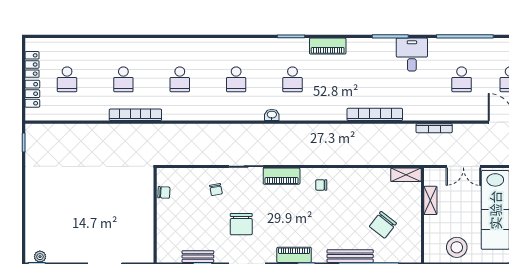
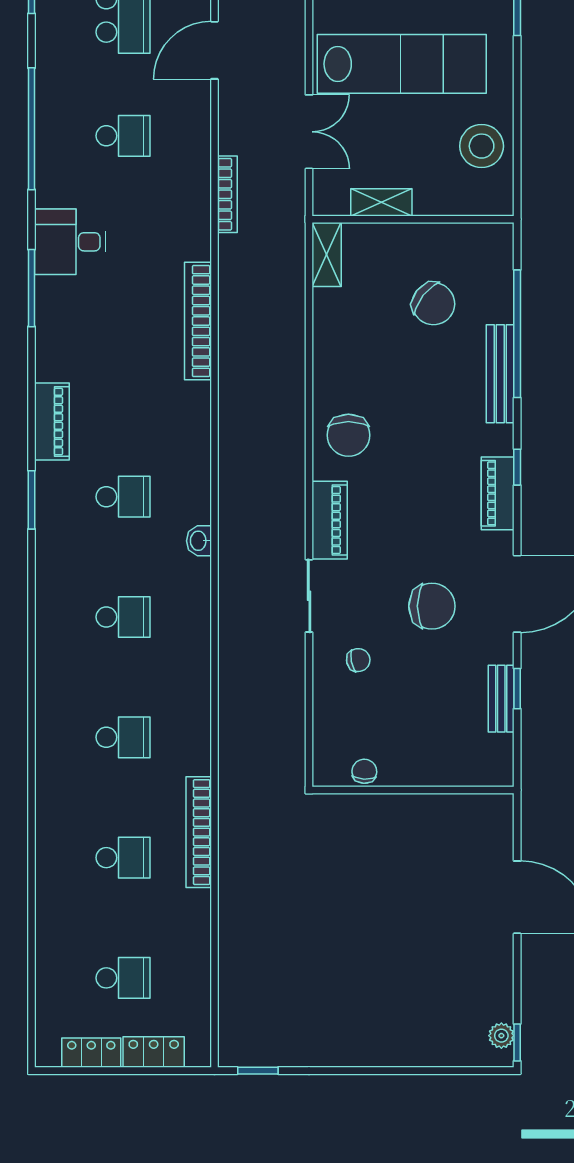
chair: (321, 185) -> (348, 435), width x1.87, depth x1.87

